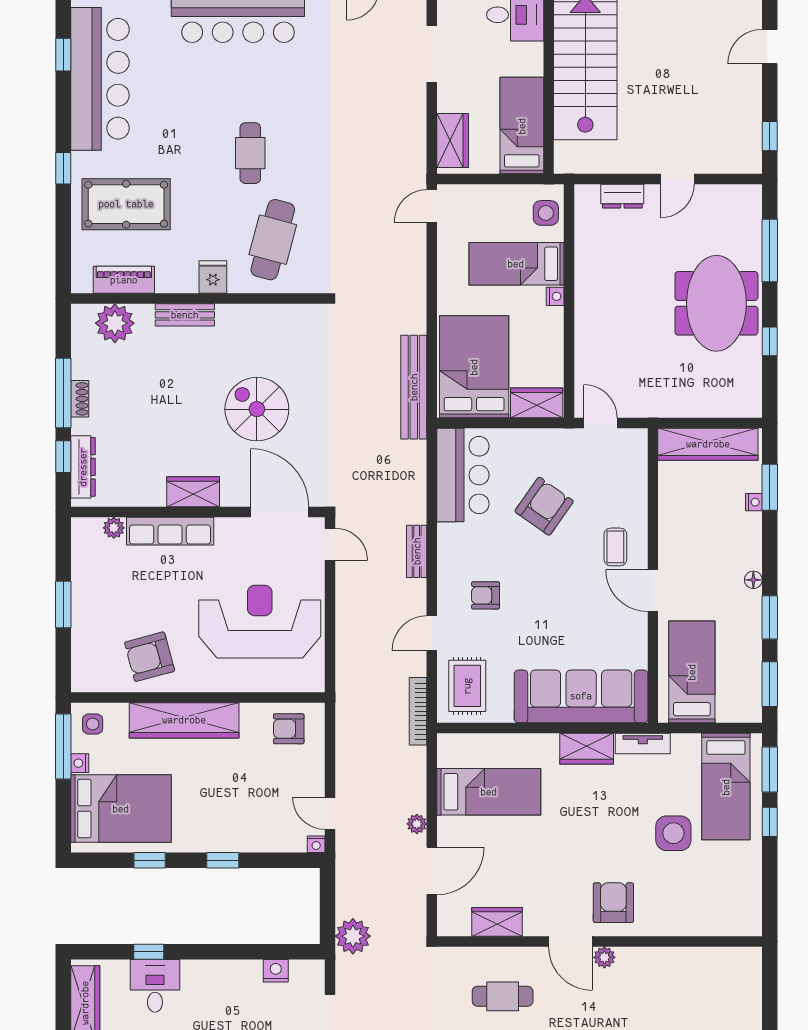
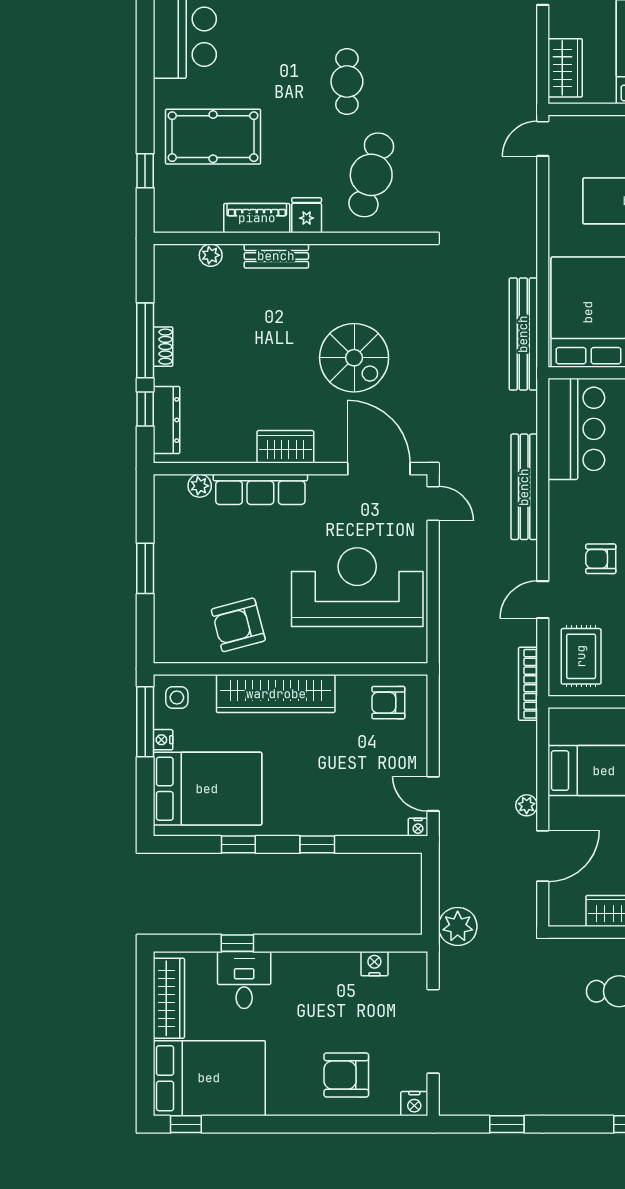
window: (63, 168) -> (145, 171), moved
piano: (124, 280) -> (257, 218), moved
plant: (115, 323) -> (211, 255), width x0.53, depth x0.53
spiral stairs: (257, 409) -> (354, 358), turned 180
bench: (417, 551) -> (524, 487), width x1.86, depth x1.21

